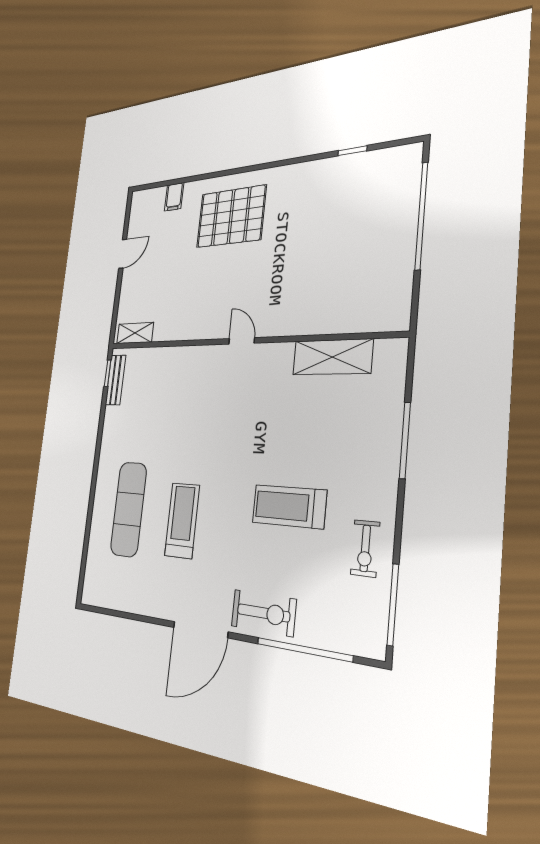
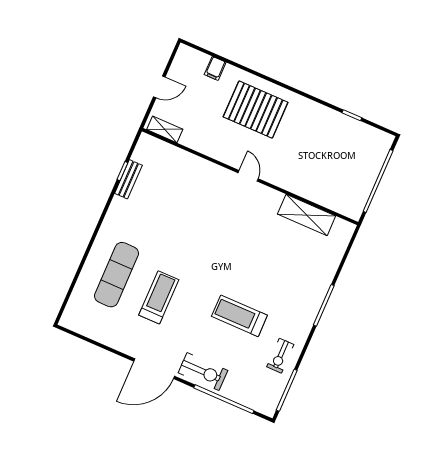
shelving: (135, 333) -> (165, 129), moved
door: (242, 341) -> (248, 176), moved
wall: (244, 341) -> (250, 177), moved
shelving: (332, 357) -> (307, 215), moved

